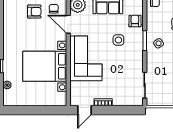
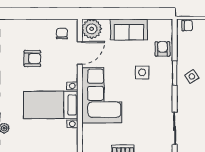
armchair: (34, 12) -> (32, 58), moved
door: (68, 24) -> (80, 53), swing flipped
bed with nightstands: (45, 66) -> (51, 105), width x0.73

